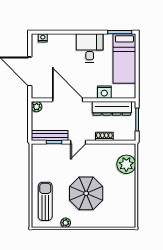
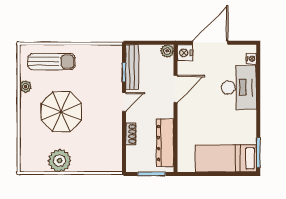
desk: (90, 48) -> (239, 88), moved, width x1.37
nightstand: (104, 92) -> (185, 53), moved
door: (68, 100) -> (175, 89), width x0.73
door: (78, 142) -> (124, 102), swing flipped
plant: (126, 164) -> (60, 161), moved

